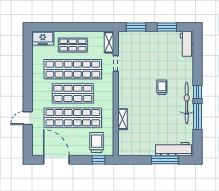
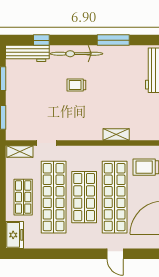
workbench: (187, 44) -> (27, 53), width x1.38
window: (198, 92) -> (41, 40), moved
bicycle: (187, 103) -> (76, 54), moved

